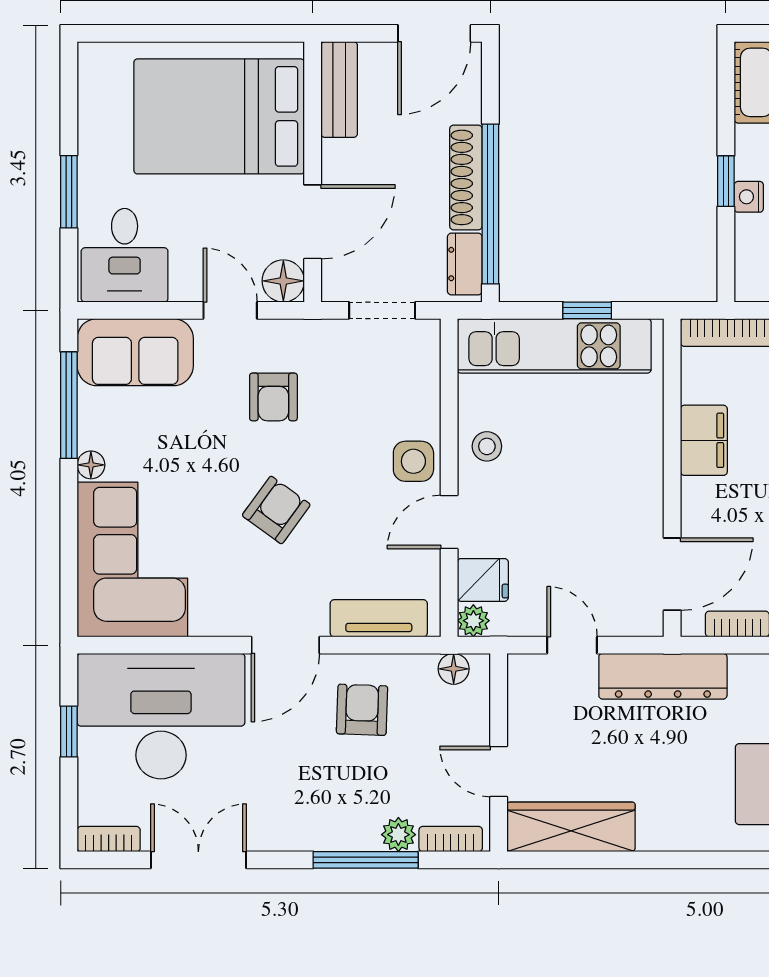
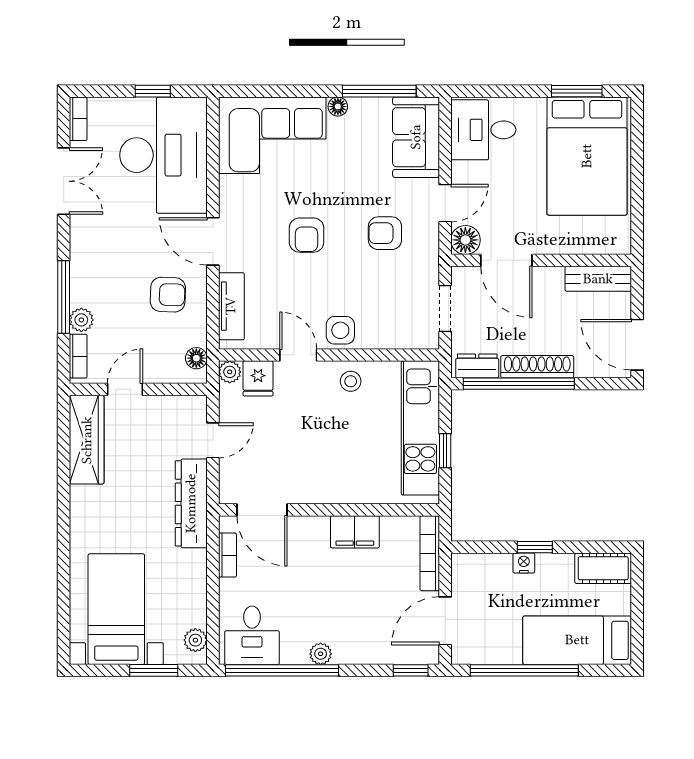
bed: (219, 116) -> (587, 156), moved, turned 180
window: (69, 192) -> (577, 91), moved
armchair: (276, 510) -> (307, 235), turned 54

